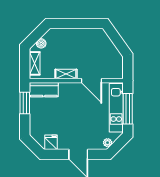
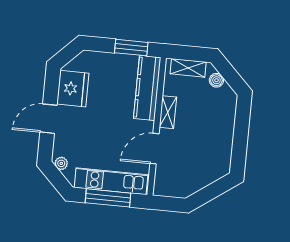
kitchen counter: (44, 90) -> (147, 88), width x1.50
fridge: (51, 142) -> (73, 89), width x1.88, depth x1.34

